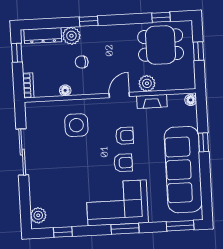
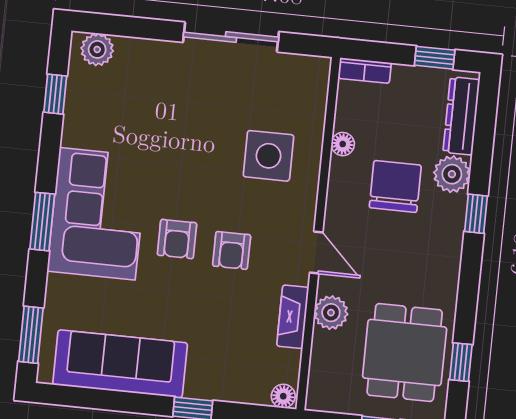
chair: (82, 62) -> (395, 186), width x1.87, depth x1.87
sofa: (183, 170) -> (120, 364), width x0.74, depth x0.79

